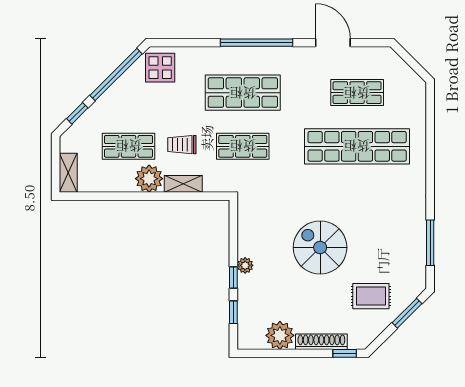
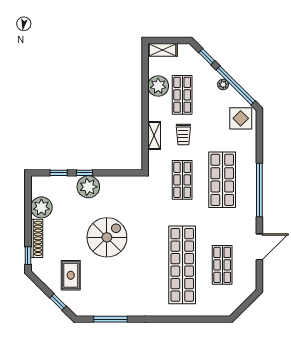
plant: (115, 91) -> (223, 84), added
trolley: (182, 145) -> (183, 134), turned 180
plant: (149, 179) -> (158, 86), moved
plant: (245, 265) -> (88, 187), width x1.88, depth x1.88
window: (407, 313) -> (58, 302), width x0.67

